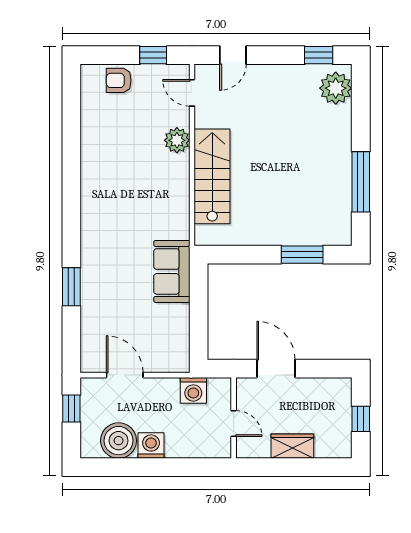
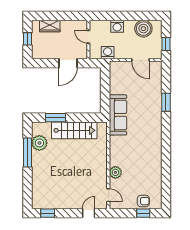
window: (153, 55) -> (143, 213), moved
plant: (336, 88) -> (39, 143), moved
stairs: (212, 176) -> (74, 130), moved, turned -90
sofa: (172, 271) -> (118, 115), width x1.36
door: (276, 369) -> (68, 63), hinge flipped
washing machine: (151, 446) -> (117, 26), moved
wardrobe: (292, 446) -> (50, 26), moved

